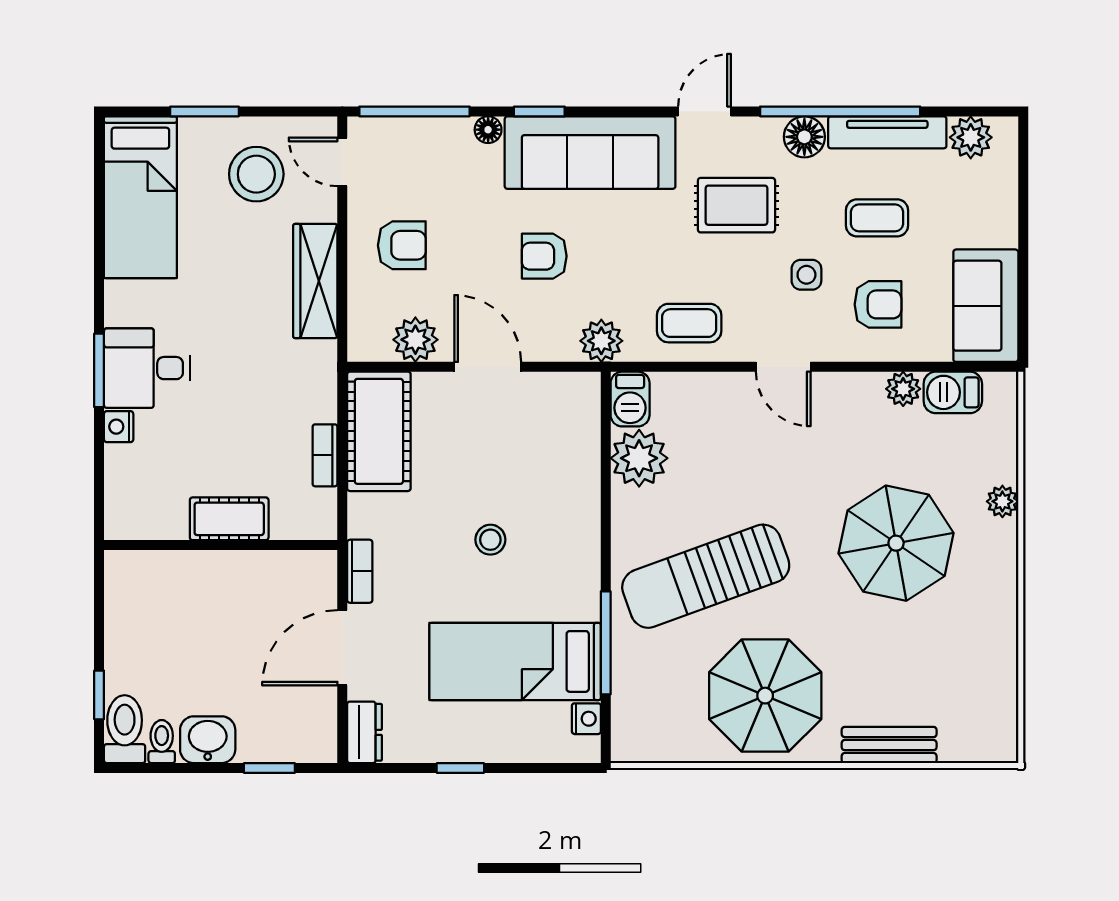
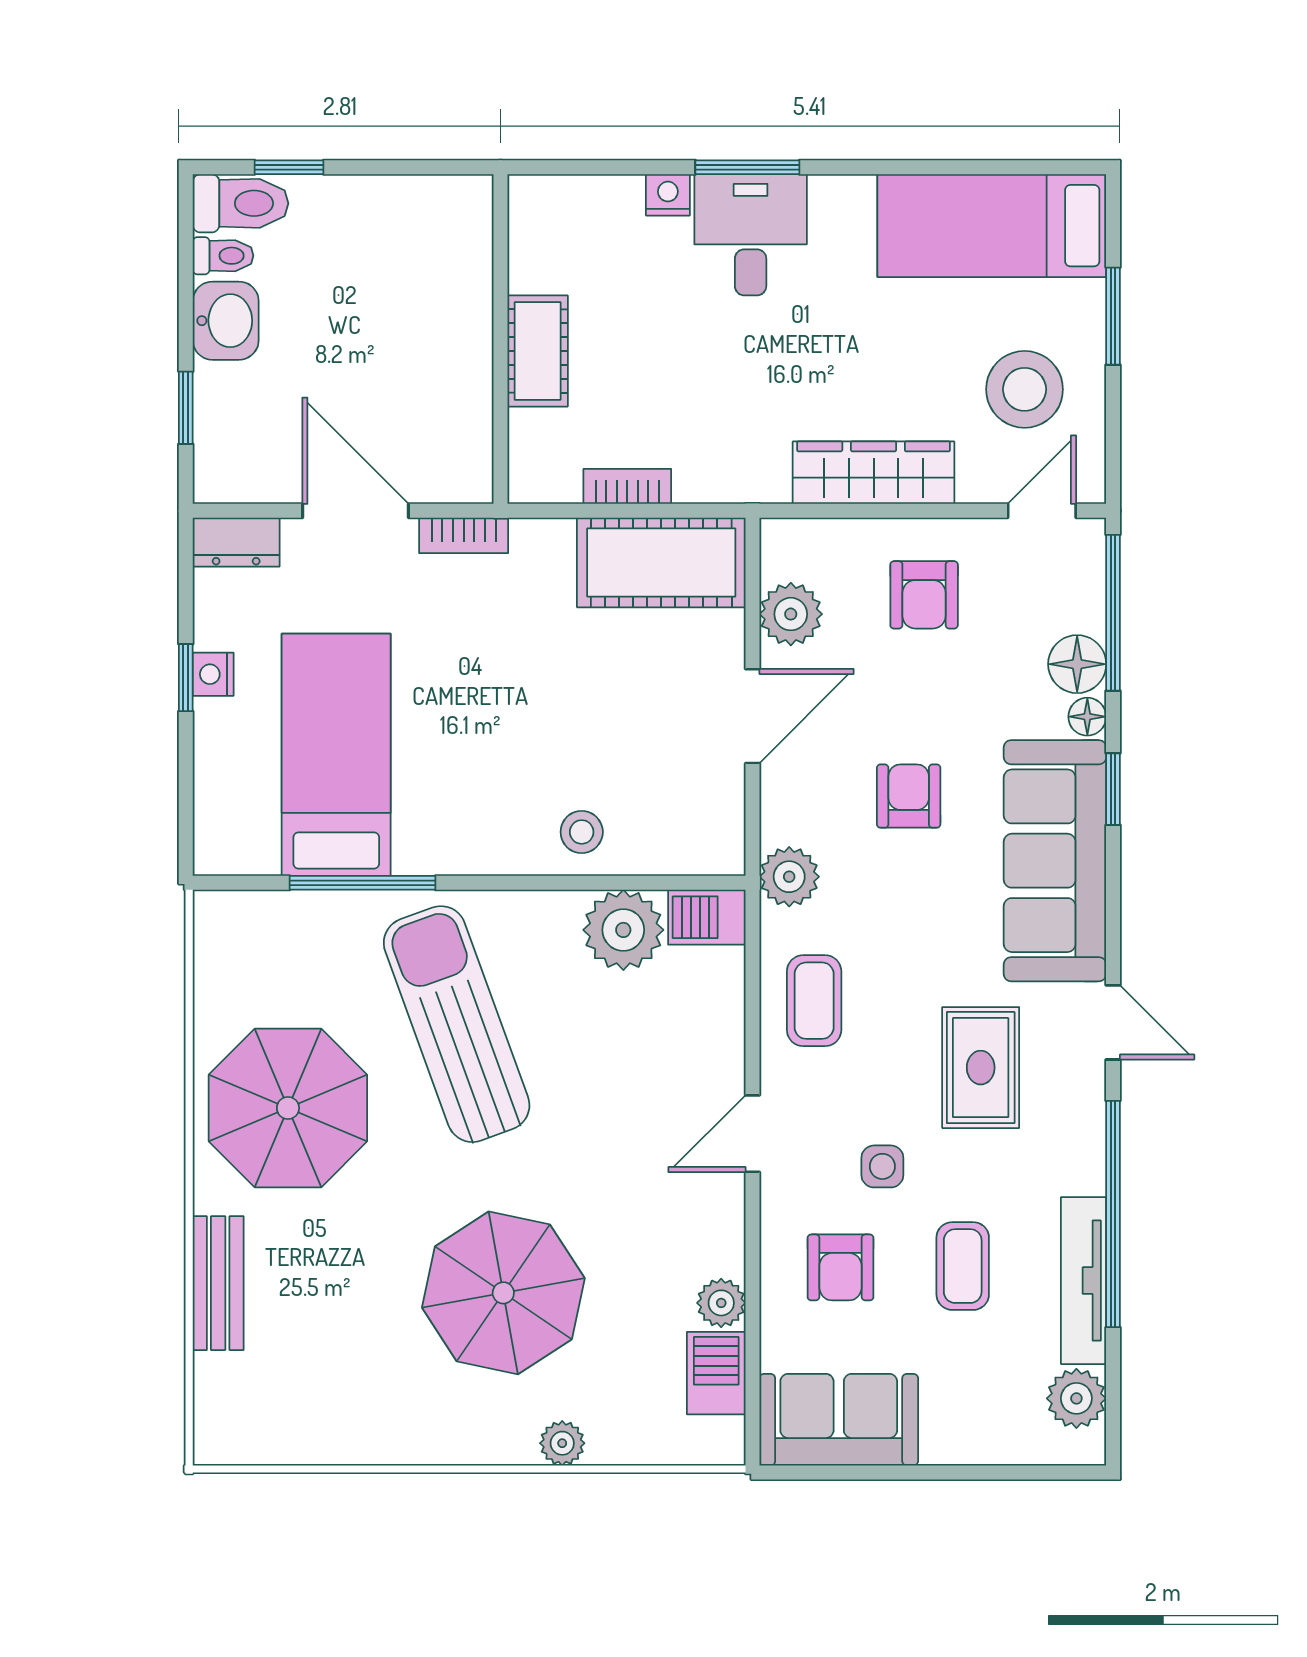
floor lamp: (804, 137) -> (1077, 664), moved
stool: (490, 540) -> (582, 832), moved
nightstand: (586, 719) -> (213, 674), moved, turned 90

